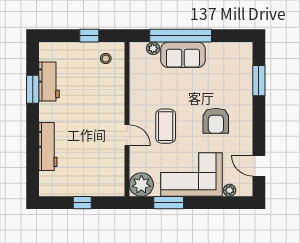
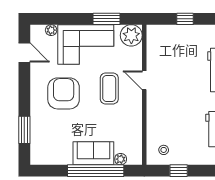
armchair: (216, 121) -> (64, 93), width x1.36, depth x1.36

